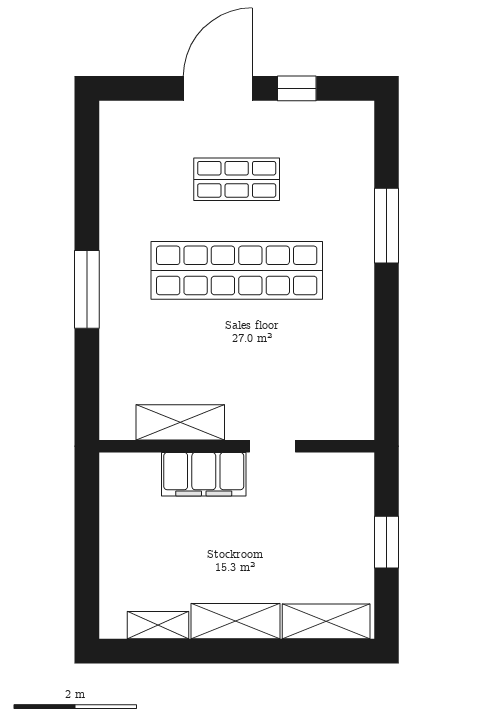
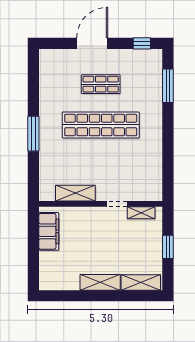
window: (297, 88) -> (142, 43), moved
window: (386, 226) -> (168, 86), moved
filing cabinet: (204, 474) -> (49, 231), moved, turned -90
shelving: (158, 625) -> (141, 213), moved

